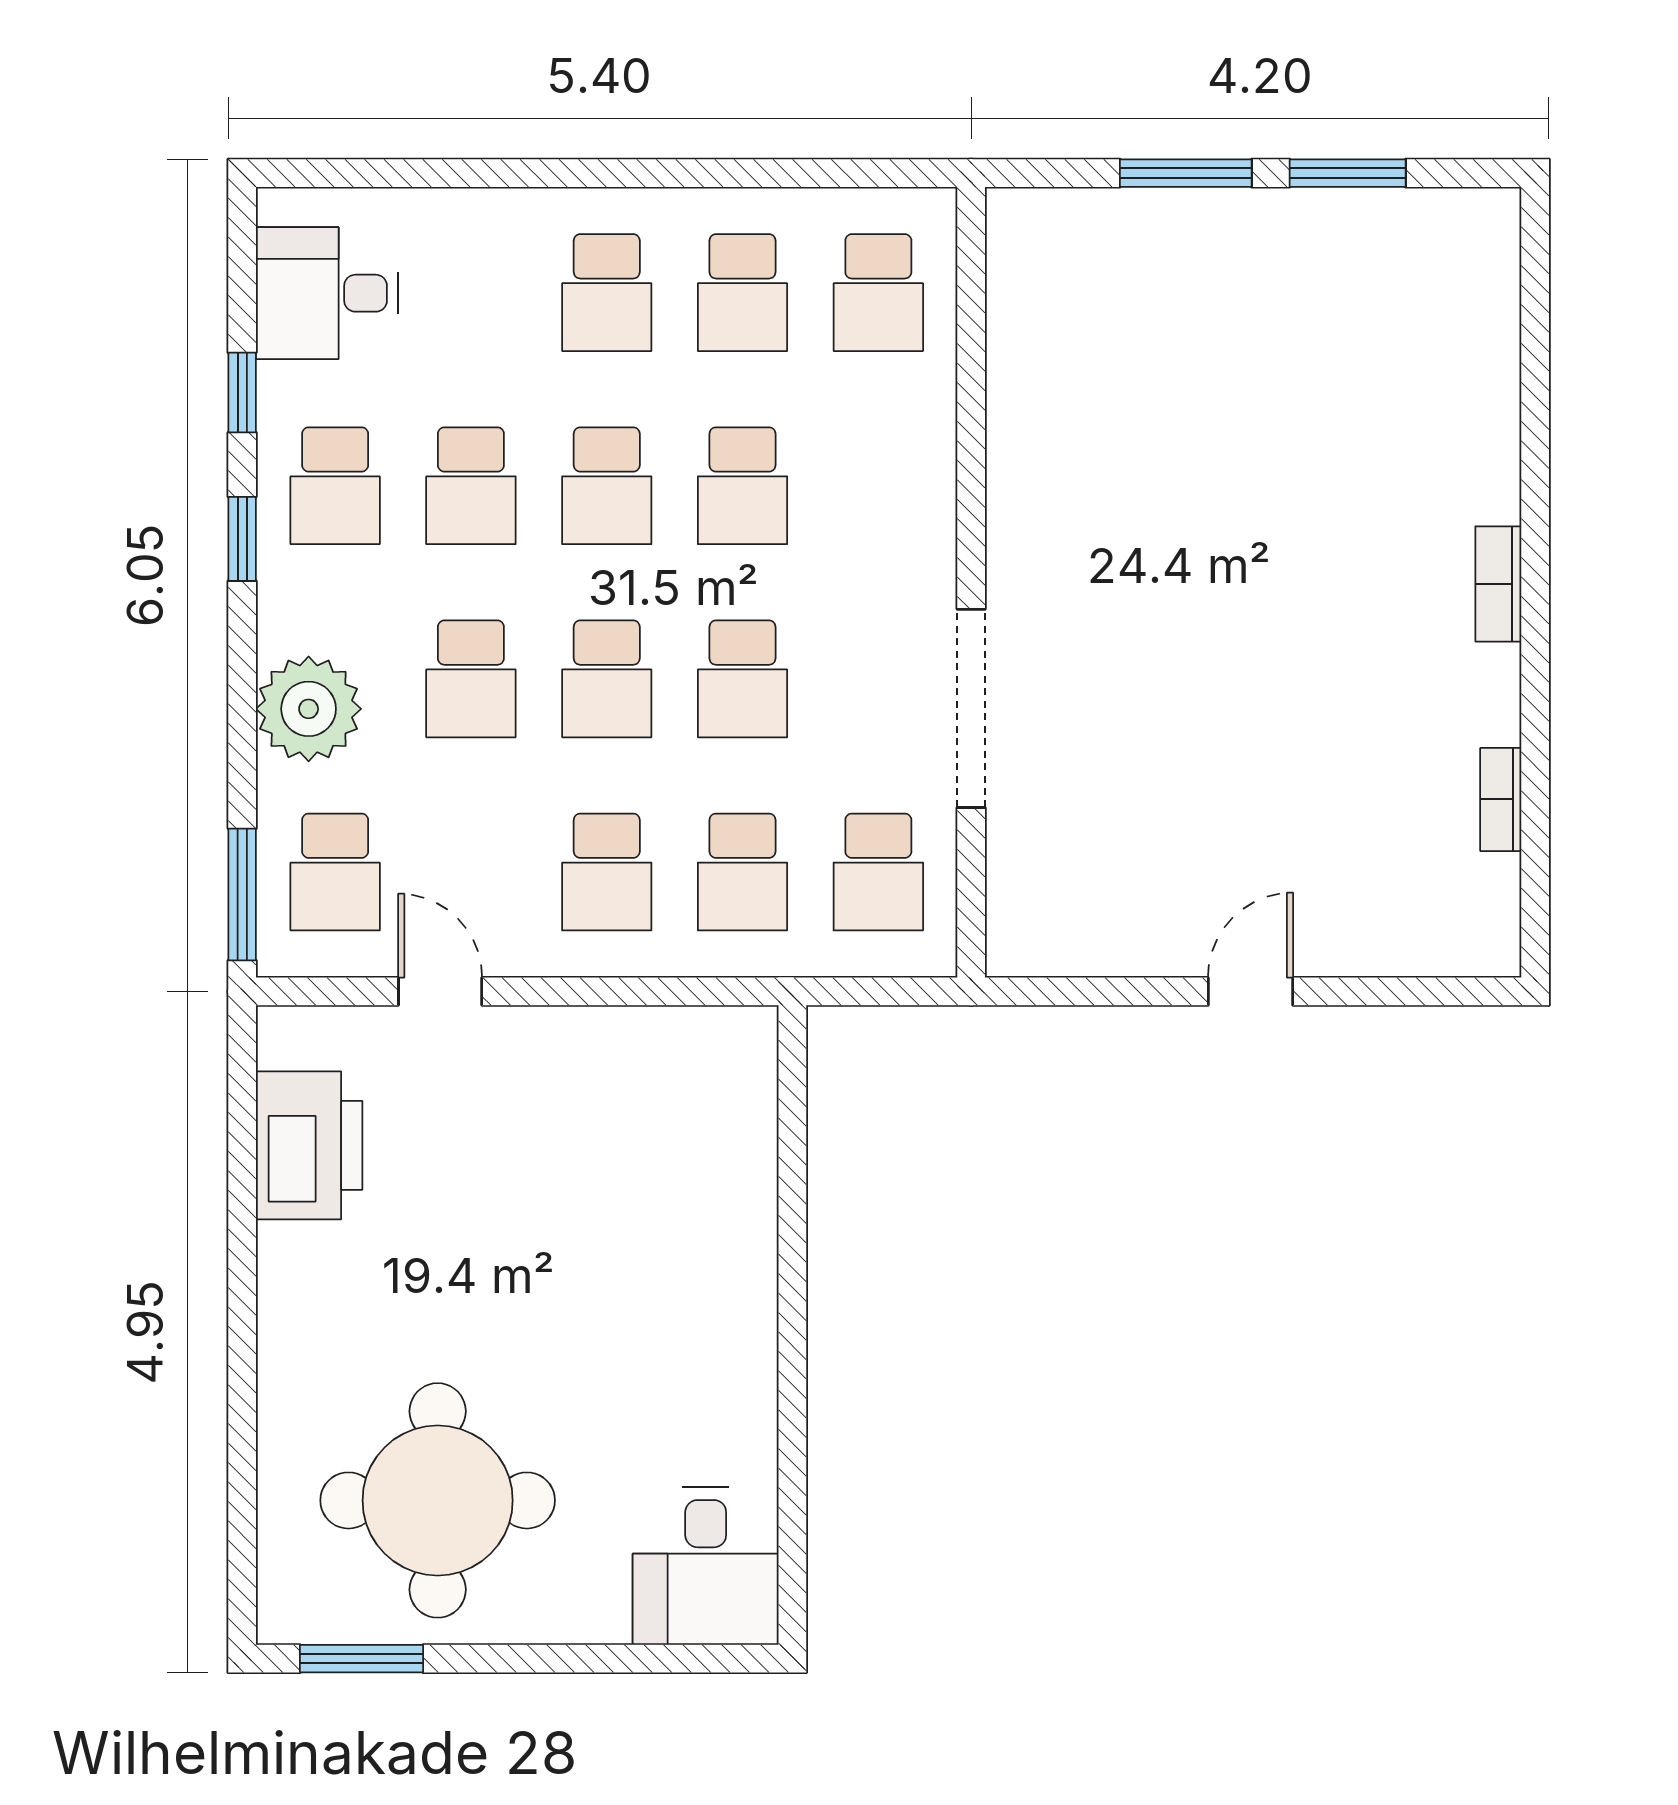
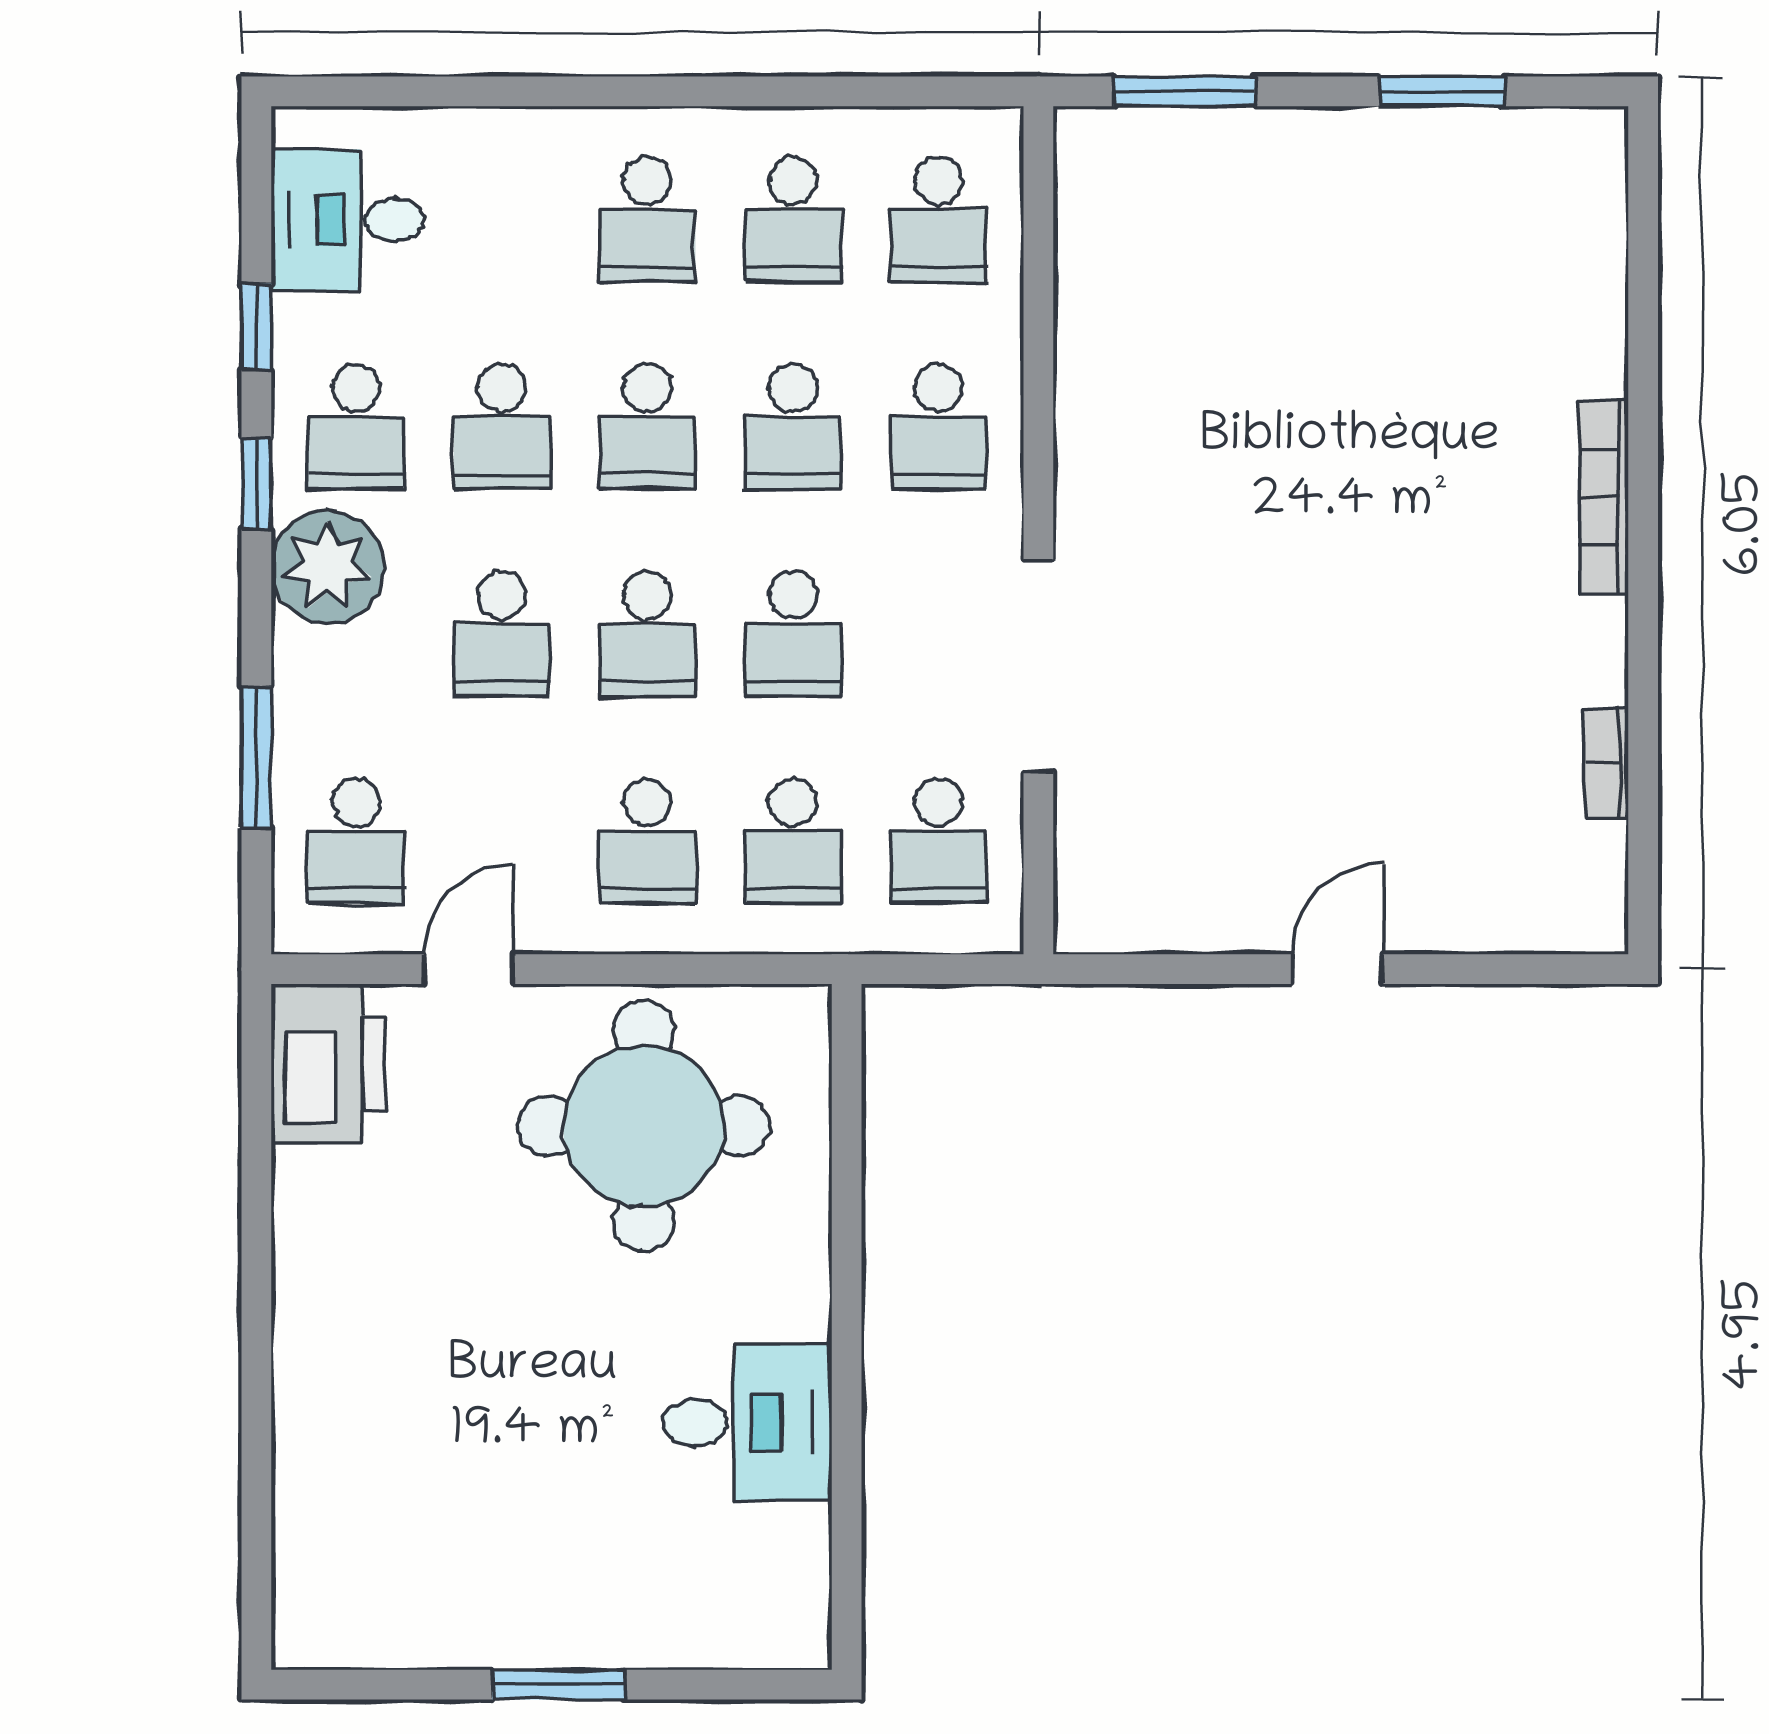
window: (1186, 173) -> (1185, 91), moved
school desk: (878, 486) -> (939, 427), added
bookcase: (1498, 584) -> (1604, 497), width x1.56
plant: (309, 709) -> (328, 567), moved
window: (242, 895) -> (256, 758), moved
door: (440, 991) -> (469, 969), hinge flipped
printer: (309, 1145) -> (328, 1063), moved
round table: (438, 1500) -> (644, 1126), moved
desk: (706, 1566) -> (747, 1423), moved, turned -90
window: (362, 1659) -> (558, 1685), moved

